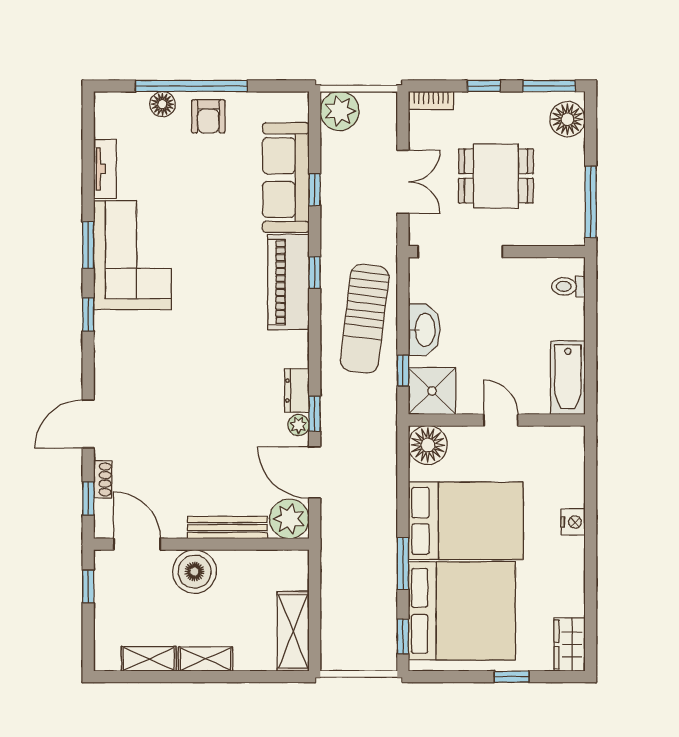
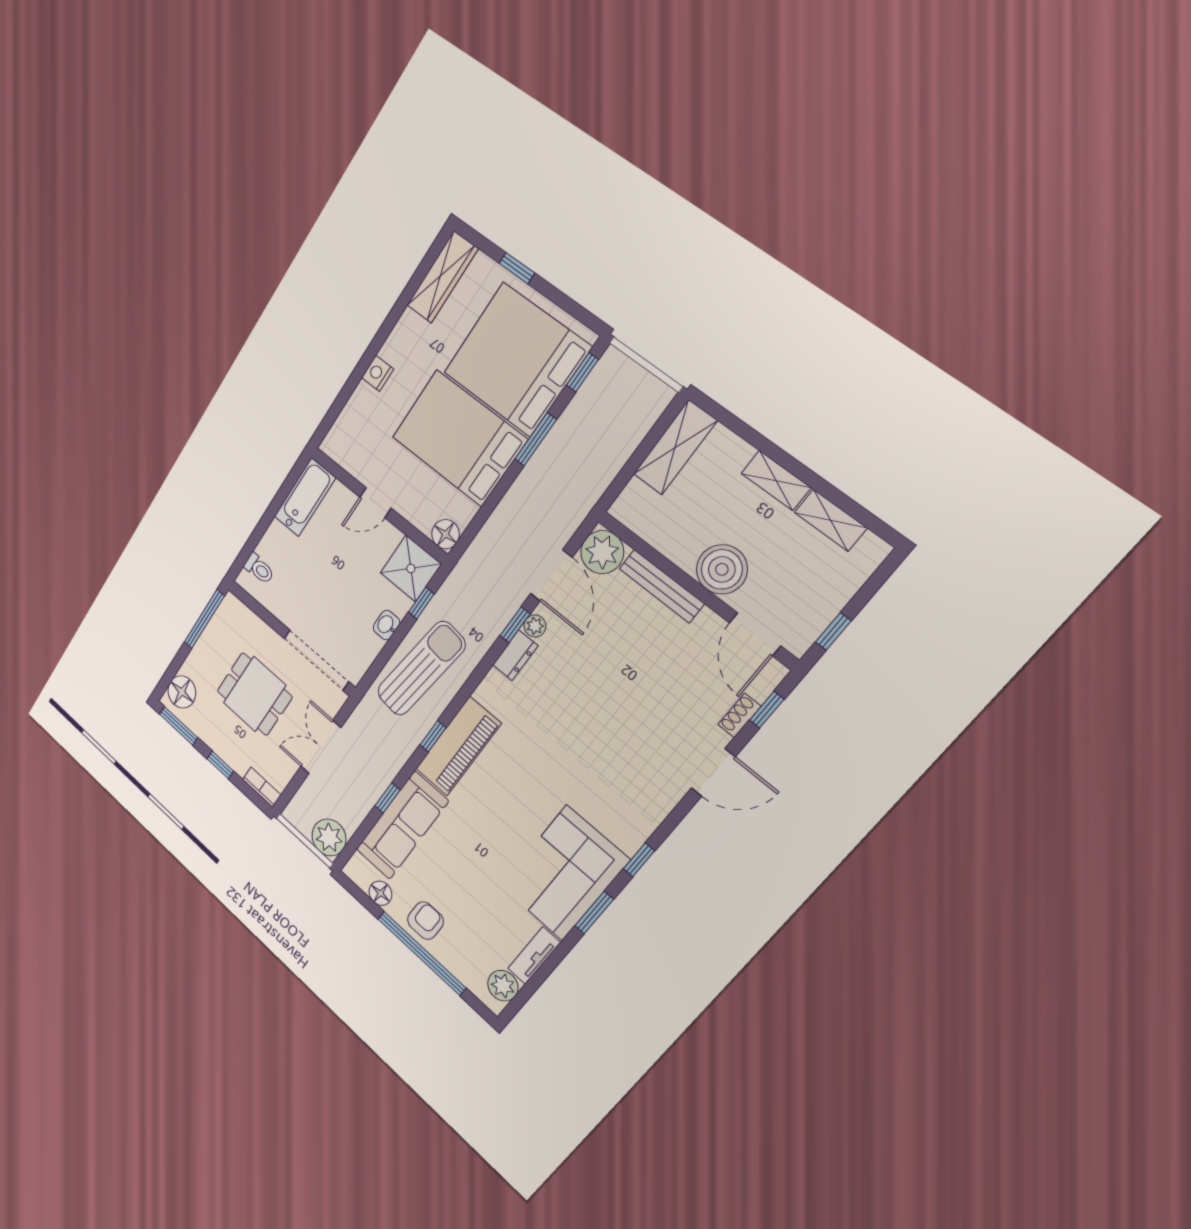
floor lamp: (162, 104) -> (380, 893), moved
plant: (109, 122) -> (503, 986), added
washbasin: (424, 330) -> (387, 625), width x0.52, depth x0.69
door: (501, 420) -> (375, 503), hinge flipped
floor lamp: (428, 445) -> (446, 534), width x0.73, depth x0.73
wardrobe: (570, 644) -> (442, 277), width x1.50

